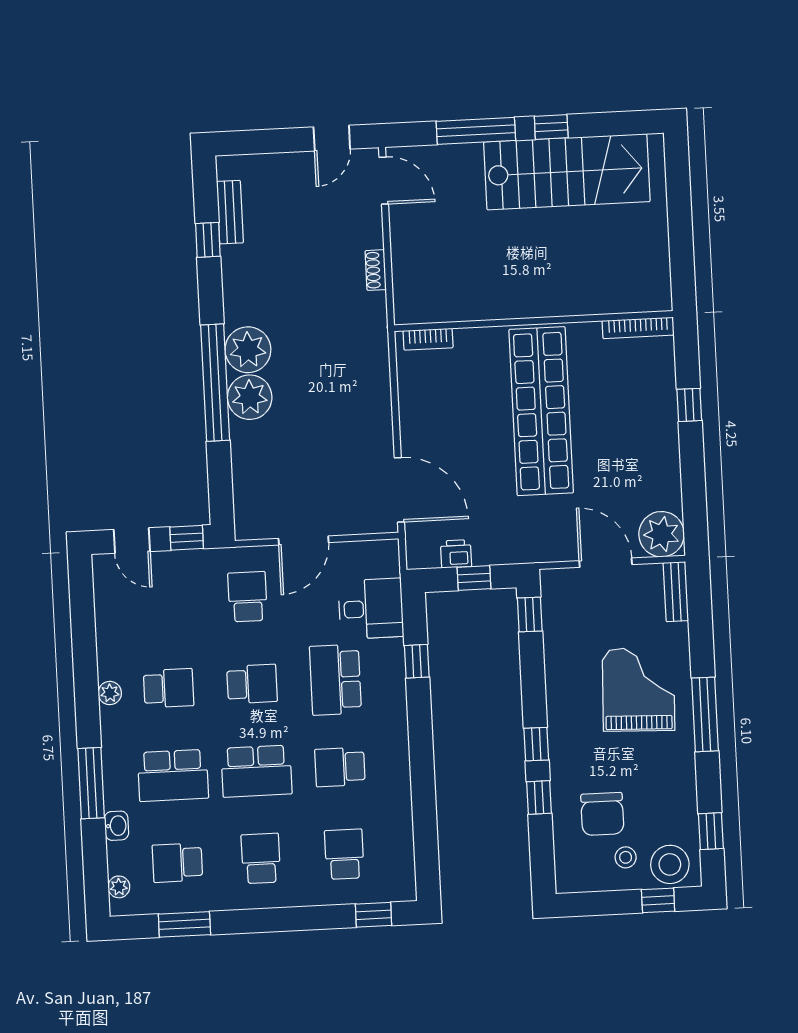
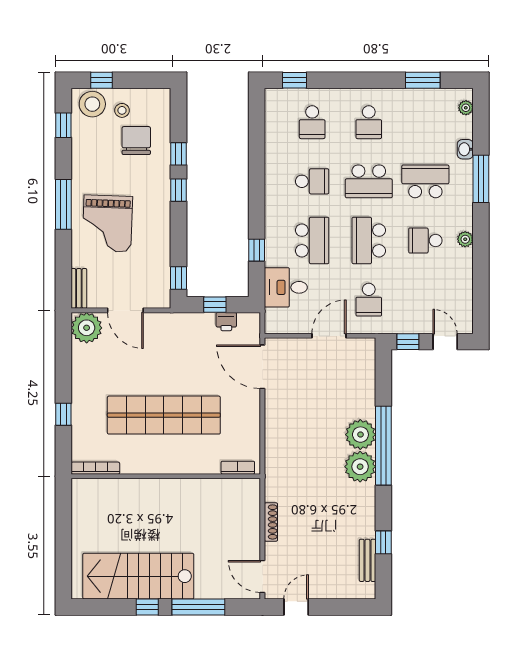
shoe rack: (376, 270) -> (271, 522), width x1.43
shop shelf: (541, 411) -> (164, 415), turned 90
school desk: (252, 684) -> (369, 240), width x1.85
school desk: (256, 771) -> (369, 181), turned 180
school desk: (177, 863) -> (425, 122), removed

